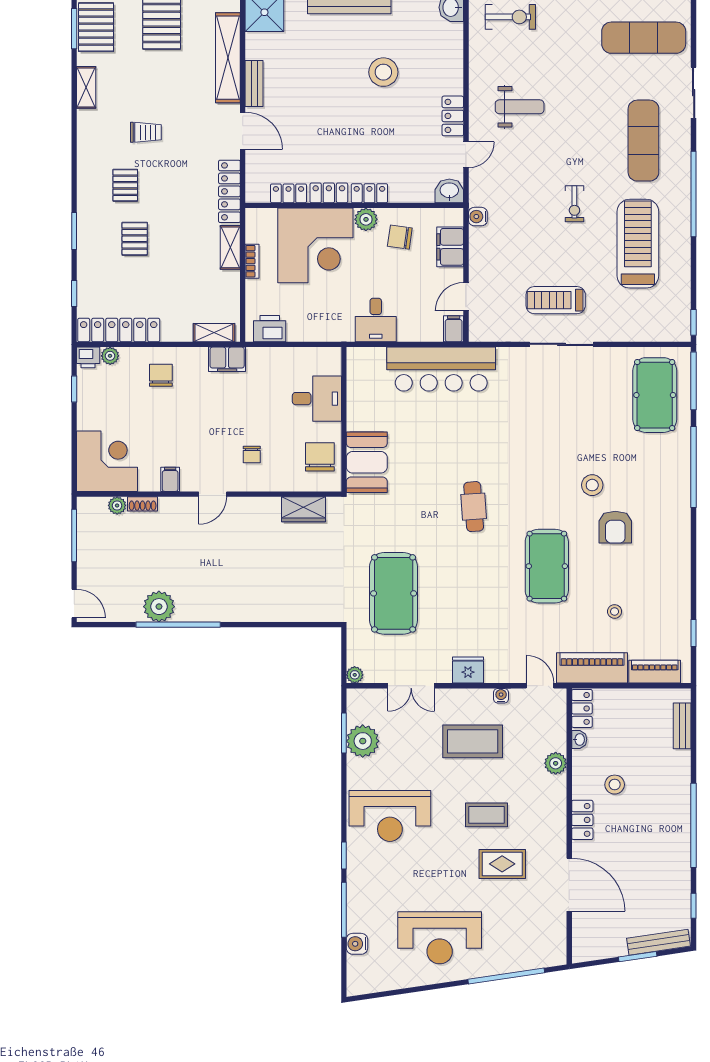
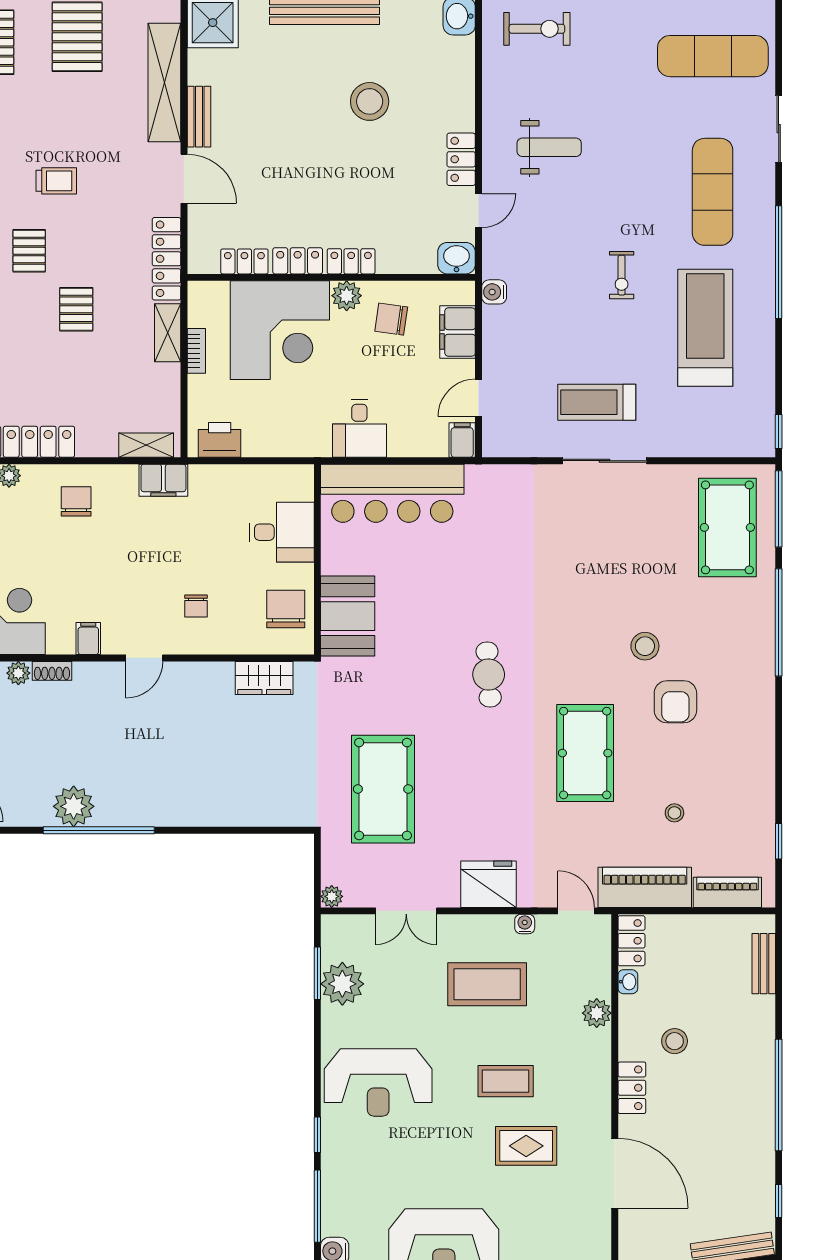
pallet: (135, 239) -> (76, 309), moved
bar counter: (441, 369) -> (392, 493), moved
fridge: (468, 670) -> (488, 884), width x1.36, depth x1.34

